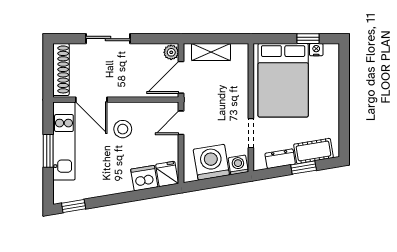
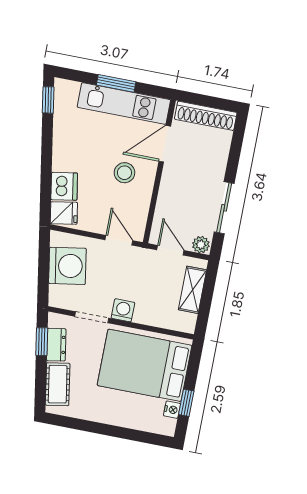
sliding door: (108, 39) -> (224, 208), moved
door: (181, 77) -> (170, 250), width x0.73
washing machine: (238, 165) -> (123, 310), moved, turned -81
window: (304, 168) -> (42, 342), moved

